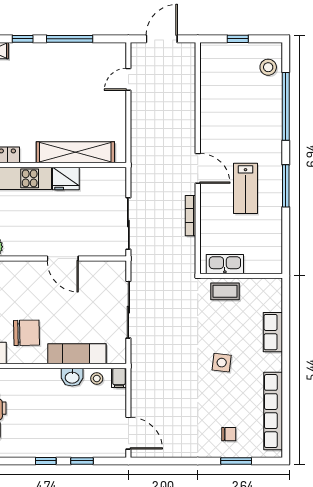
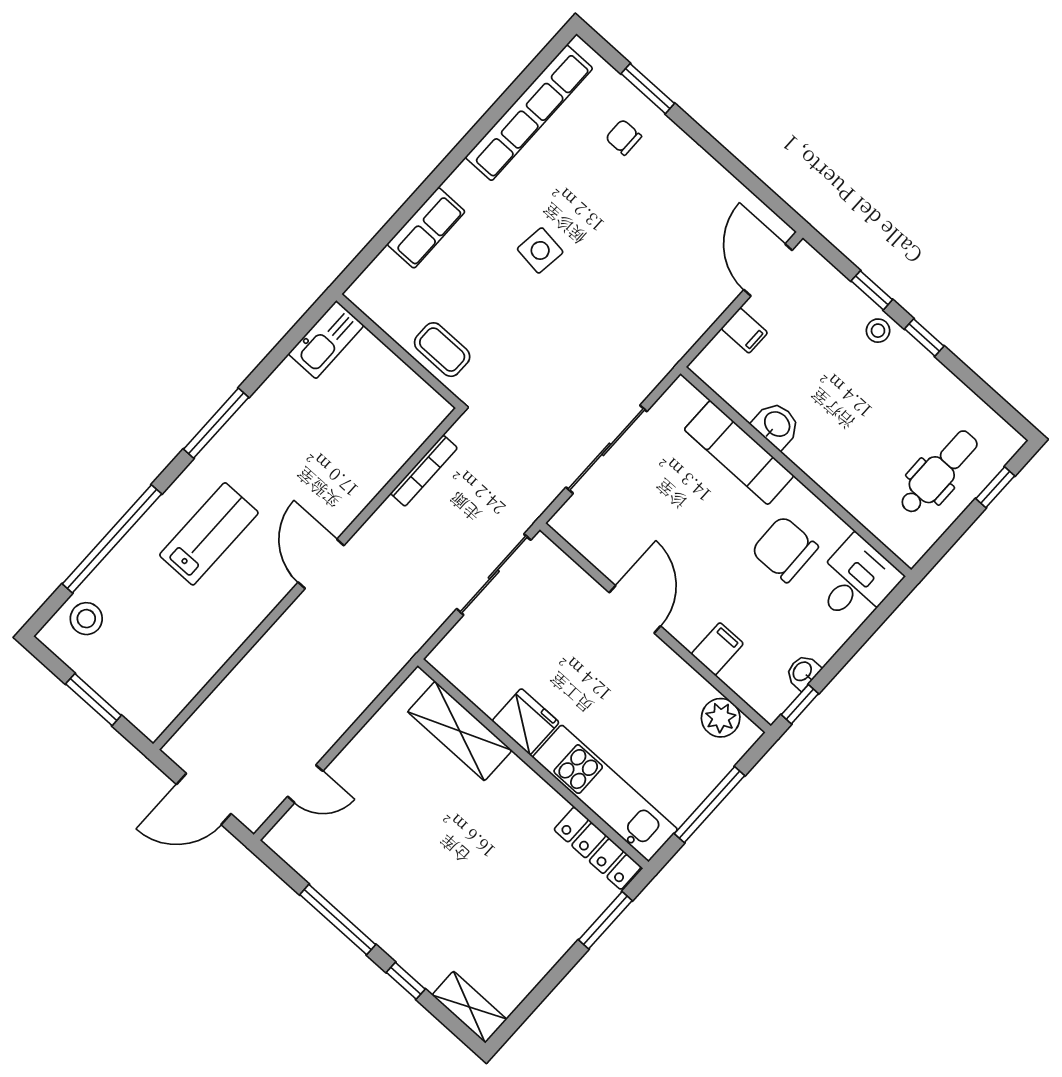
window: (238, 39) -> (93, 700), width x1.50
shelving: (75, 152) -> (460, 731), width x0.68
lab bench: (245, 188) -> (209, 534), moved
bookcase: (190, 216) -> (424, 471), moved
kitchen sink: (225, 264) -> (326, 340), moved, turned -90
filing cabinet: (18, 272) -> (717, 649), added
stool: (97, 378) -> (878, 331), moved
filing cabinet: (119, 378) -> (744, 331), moved, turned 90

